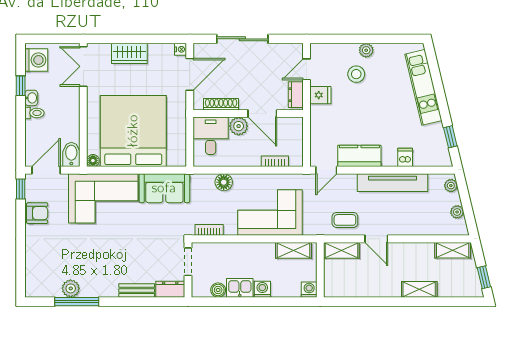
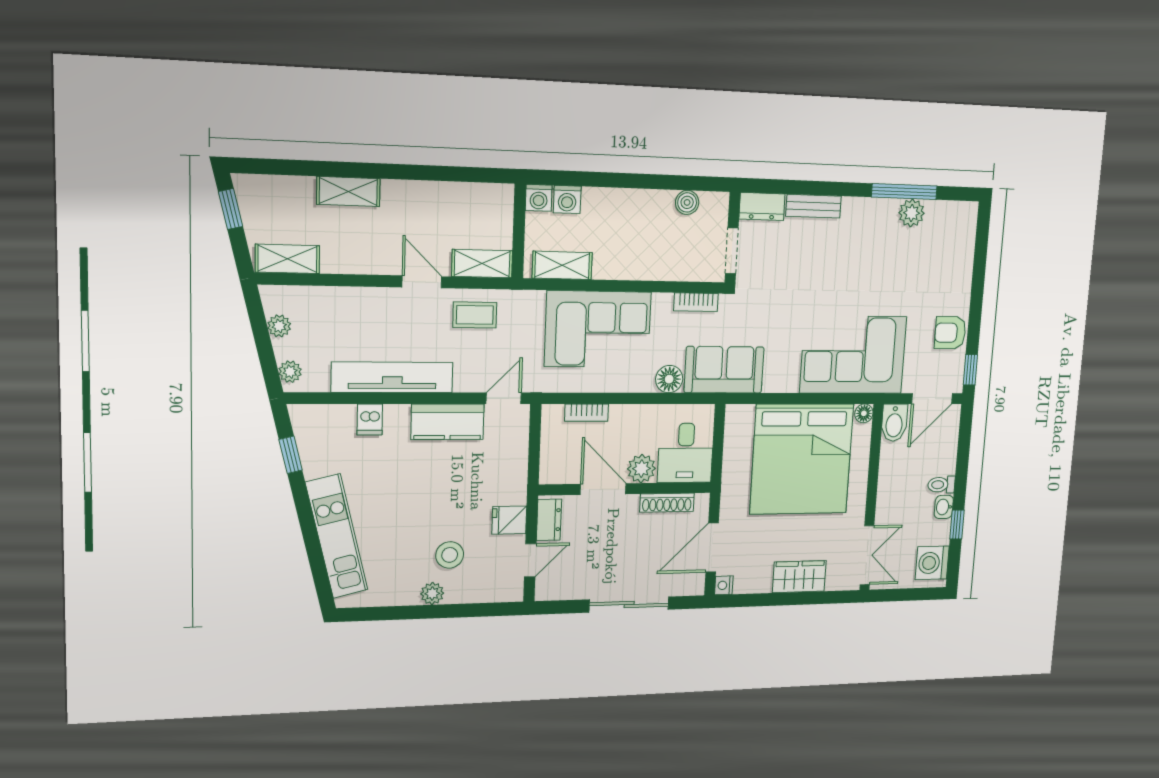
sofa: (164, 188) -> (724, 370), moved
kitchen sink: (240, 288) -> (652, 205), removed
washing machine: (262, 289) -> (567, 199), moved

